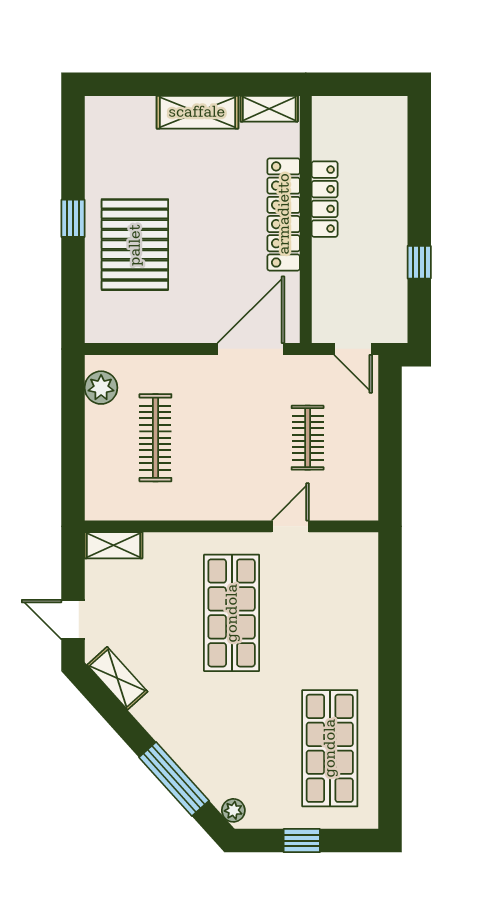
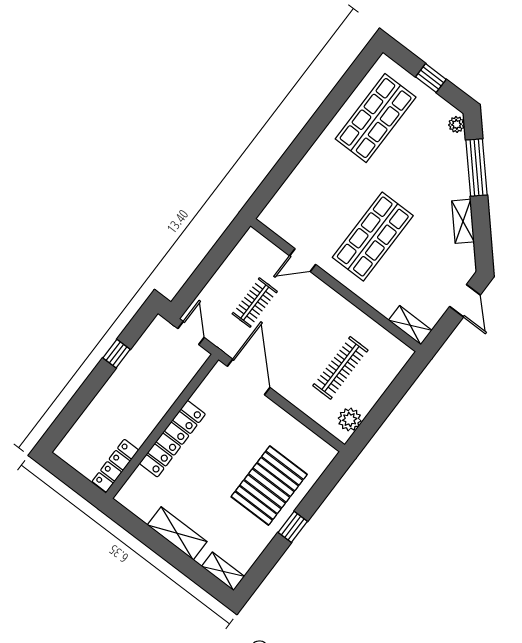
shelving: (269, 109) -> (223, 571), moved
locker: (325, 199) -> (115, 466), moved
door: (251, 349) -> (249, 377), swing flipped
shelving: (117, 678) -> (463, 221), moved

